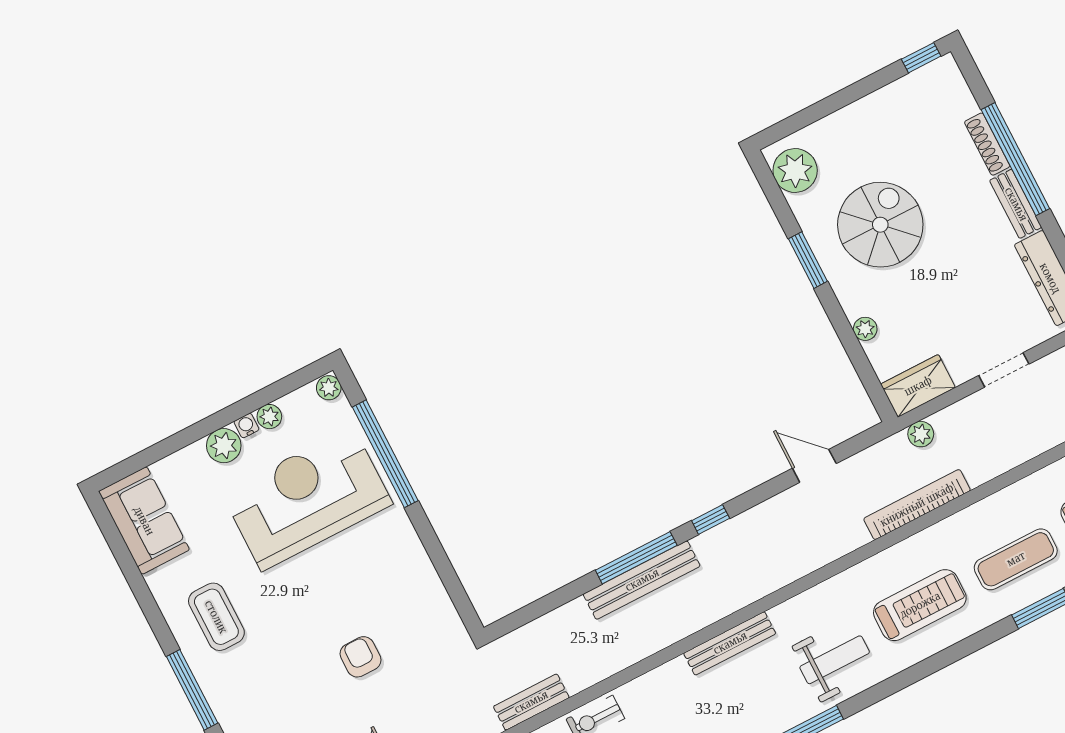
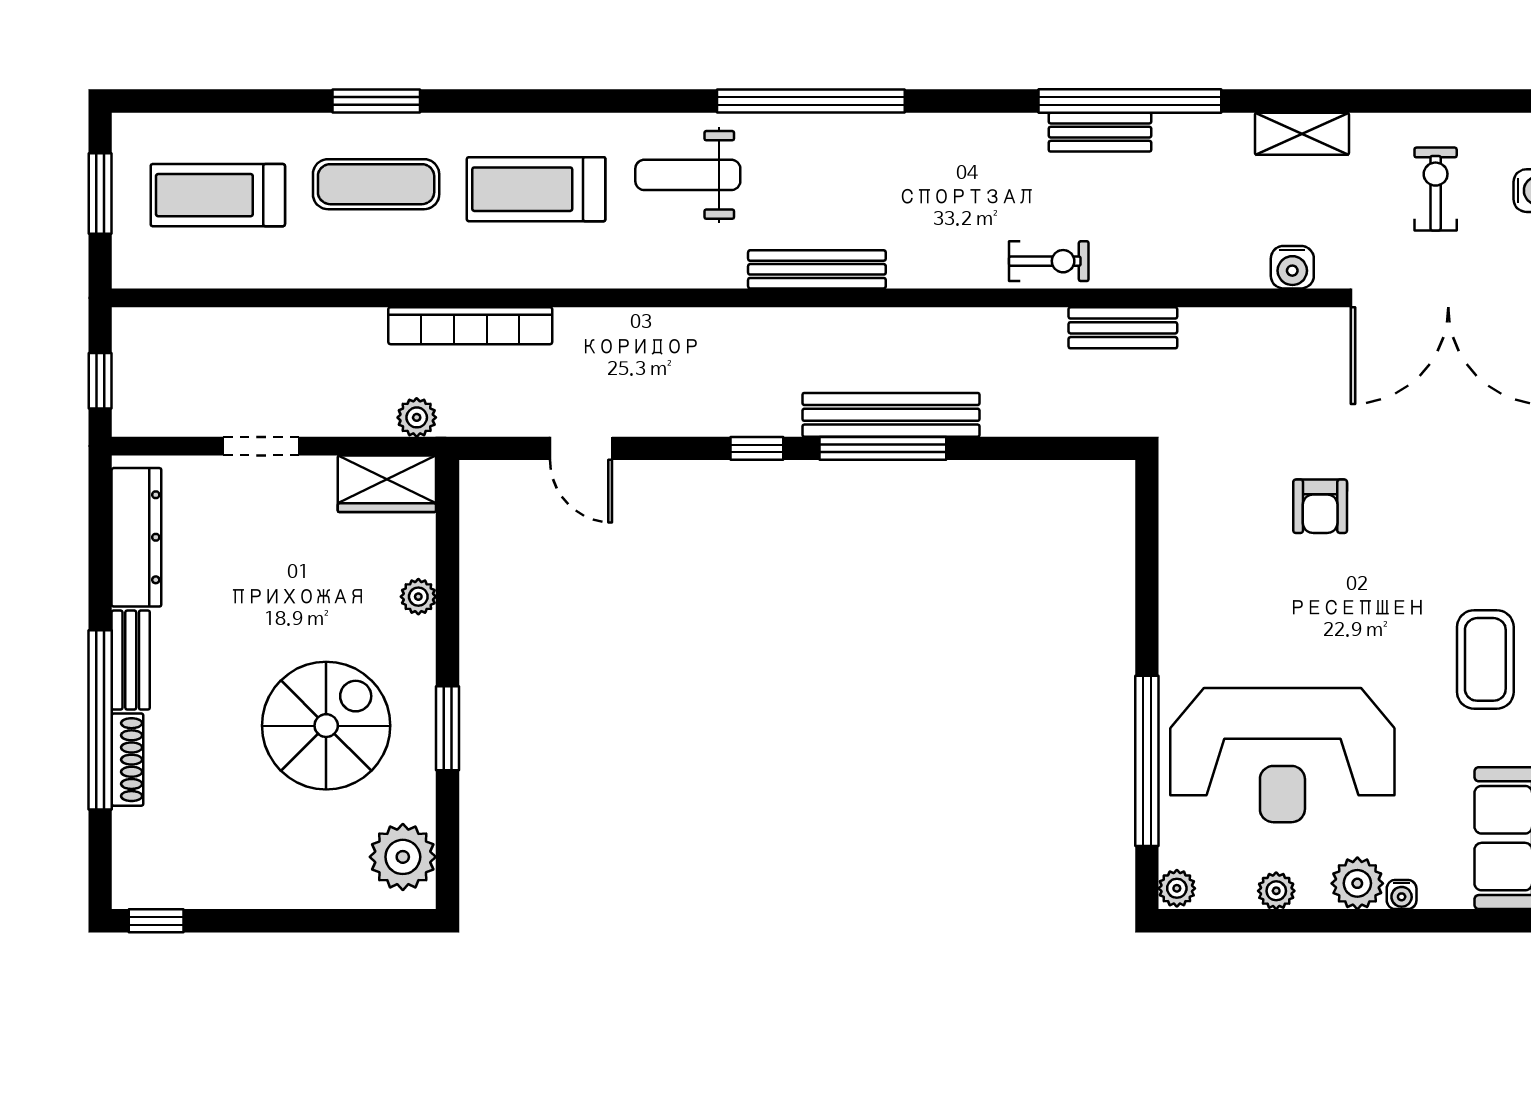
spiral stairs: (880, 225) -> (326, 726), turned 180
water cooler: (246, 426) -> (1402, 894), moved

